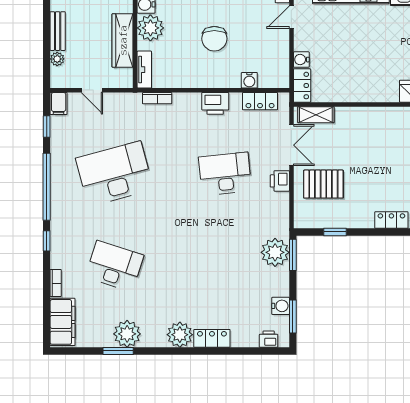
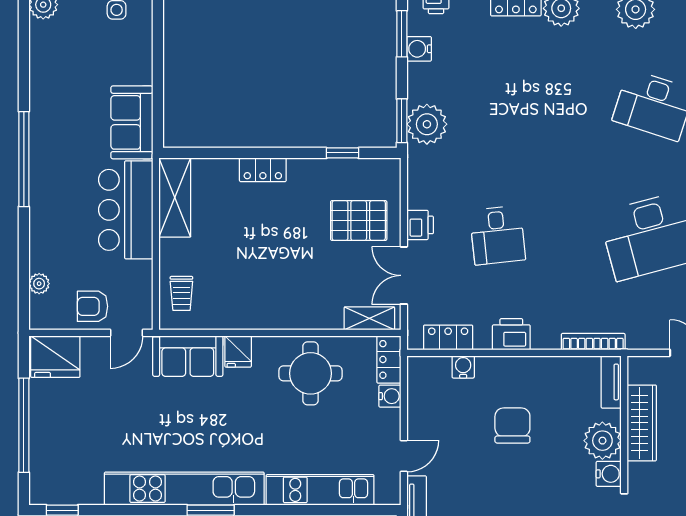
round table: (358, 76) -> (311, 373), added
bookcase: (157, 98) -> (593, 342), width x1.56
desk: (225, 174) -> (497, 235), width x0.73

